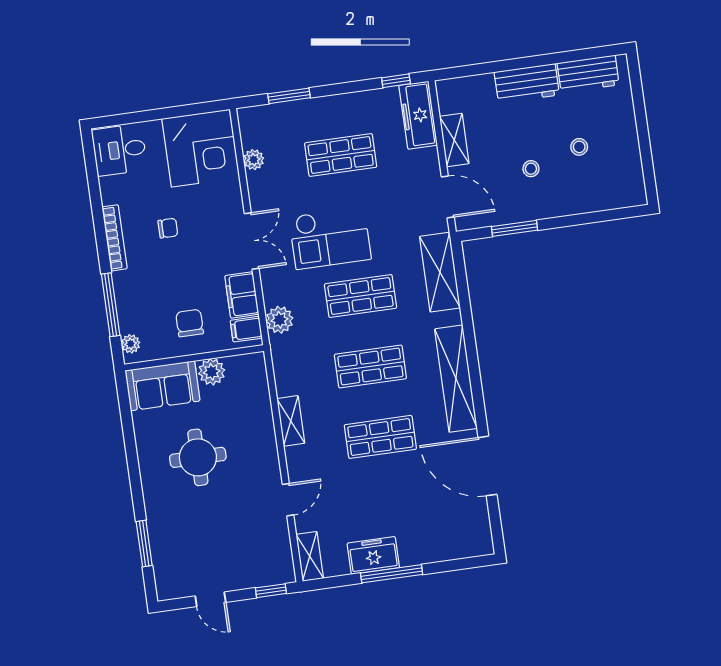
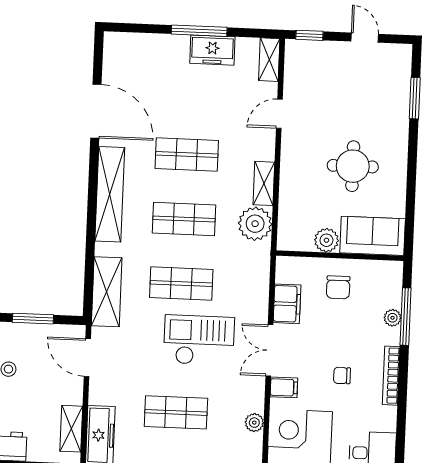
shelving: (454, 140) -> (71, 429), moved
plant: (280, 320) -> (255, 224), moved, width x1.36, depth x1.36
filing cabinet: (246, 329) -> (284, 387), moved
plant: (131, 344) -> (393, 318), moved

